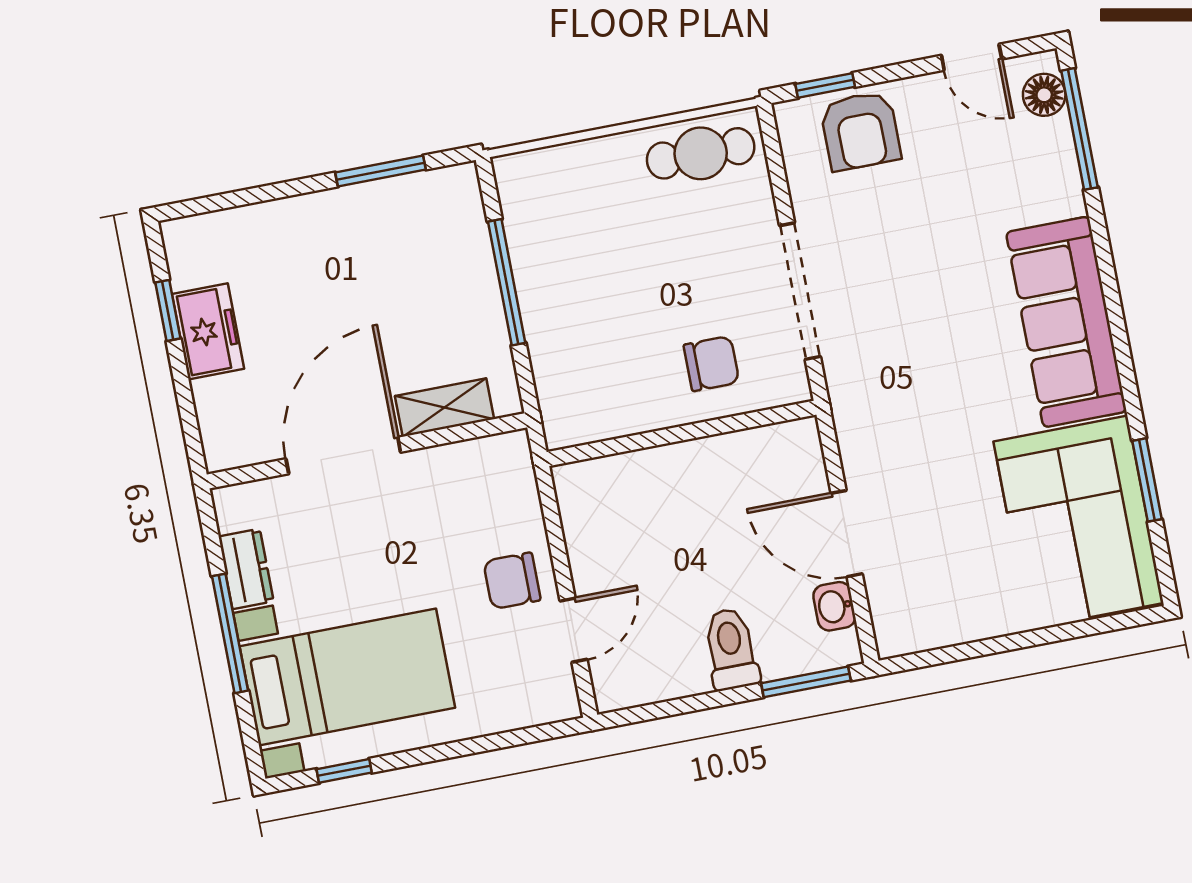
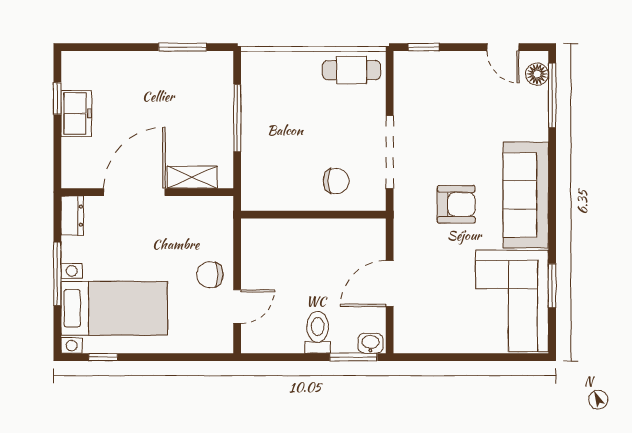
armchair: (860, 131) -> (456, 204), moved, turned -90
door: (847, 534) -> (390, 284), hinge flipped
dresser: (246, 569) -> (72, 216), moved
washbasin: (834, 606) -> (371, 343), moved, turned 90

